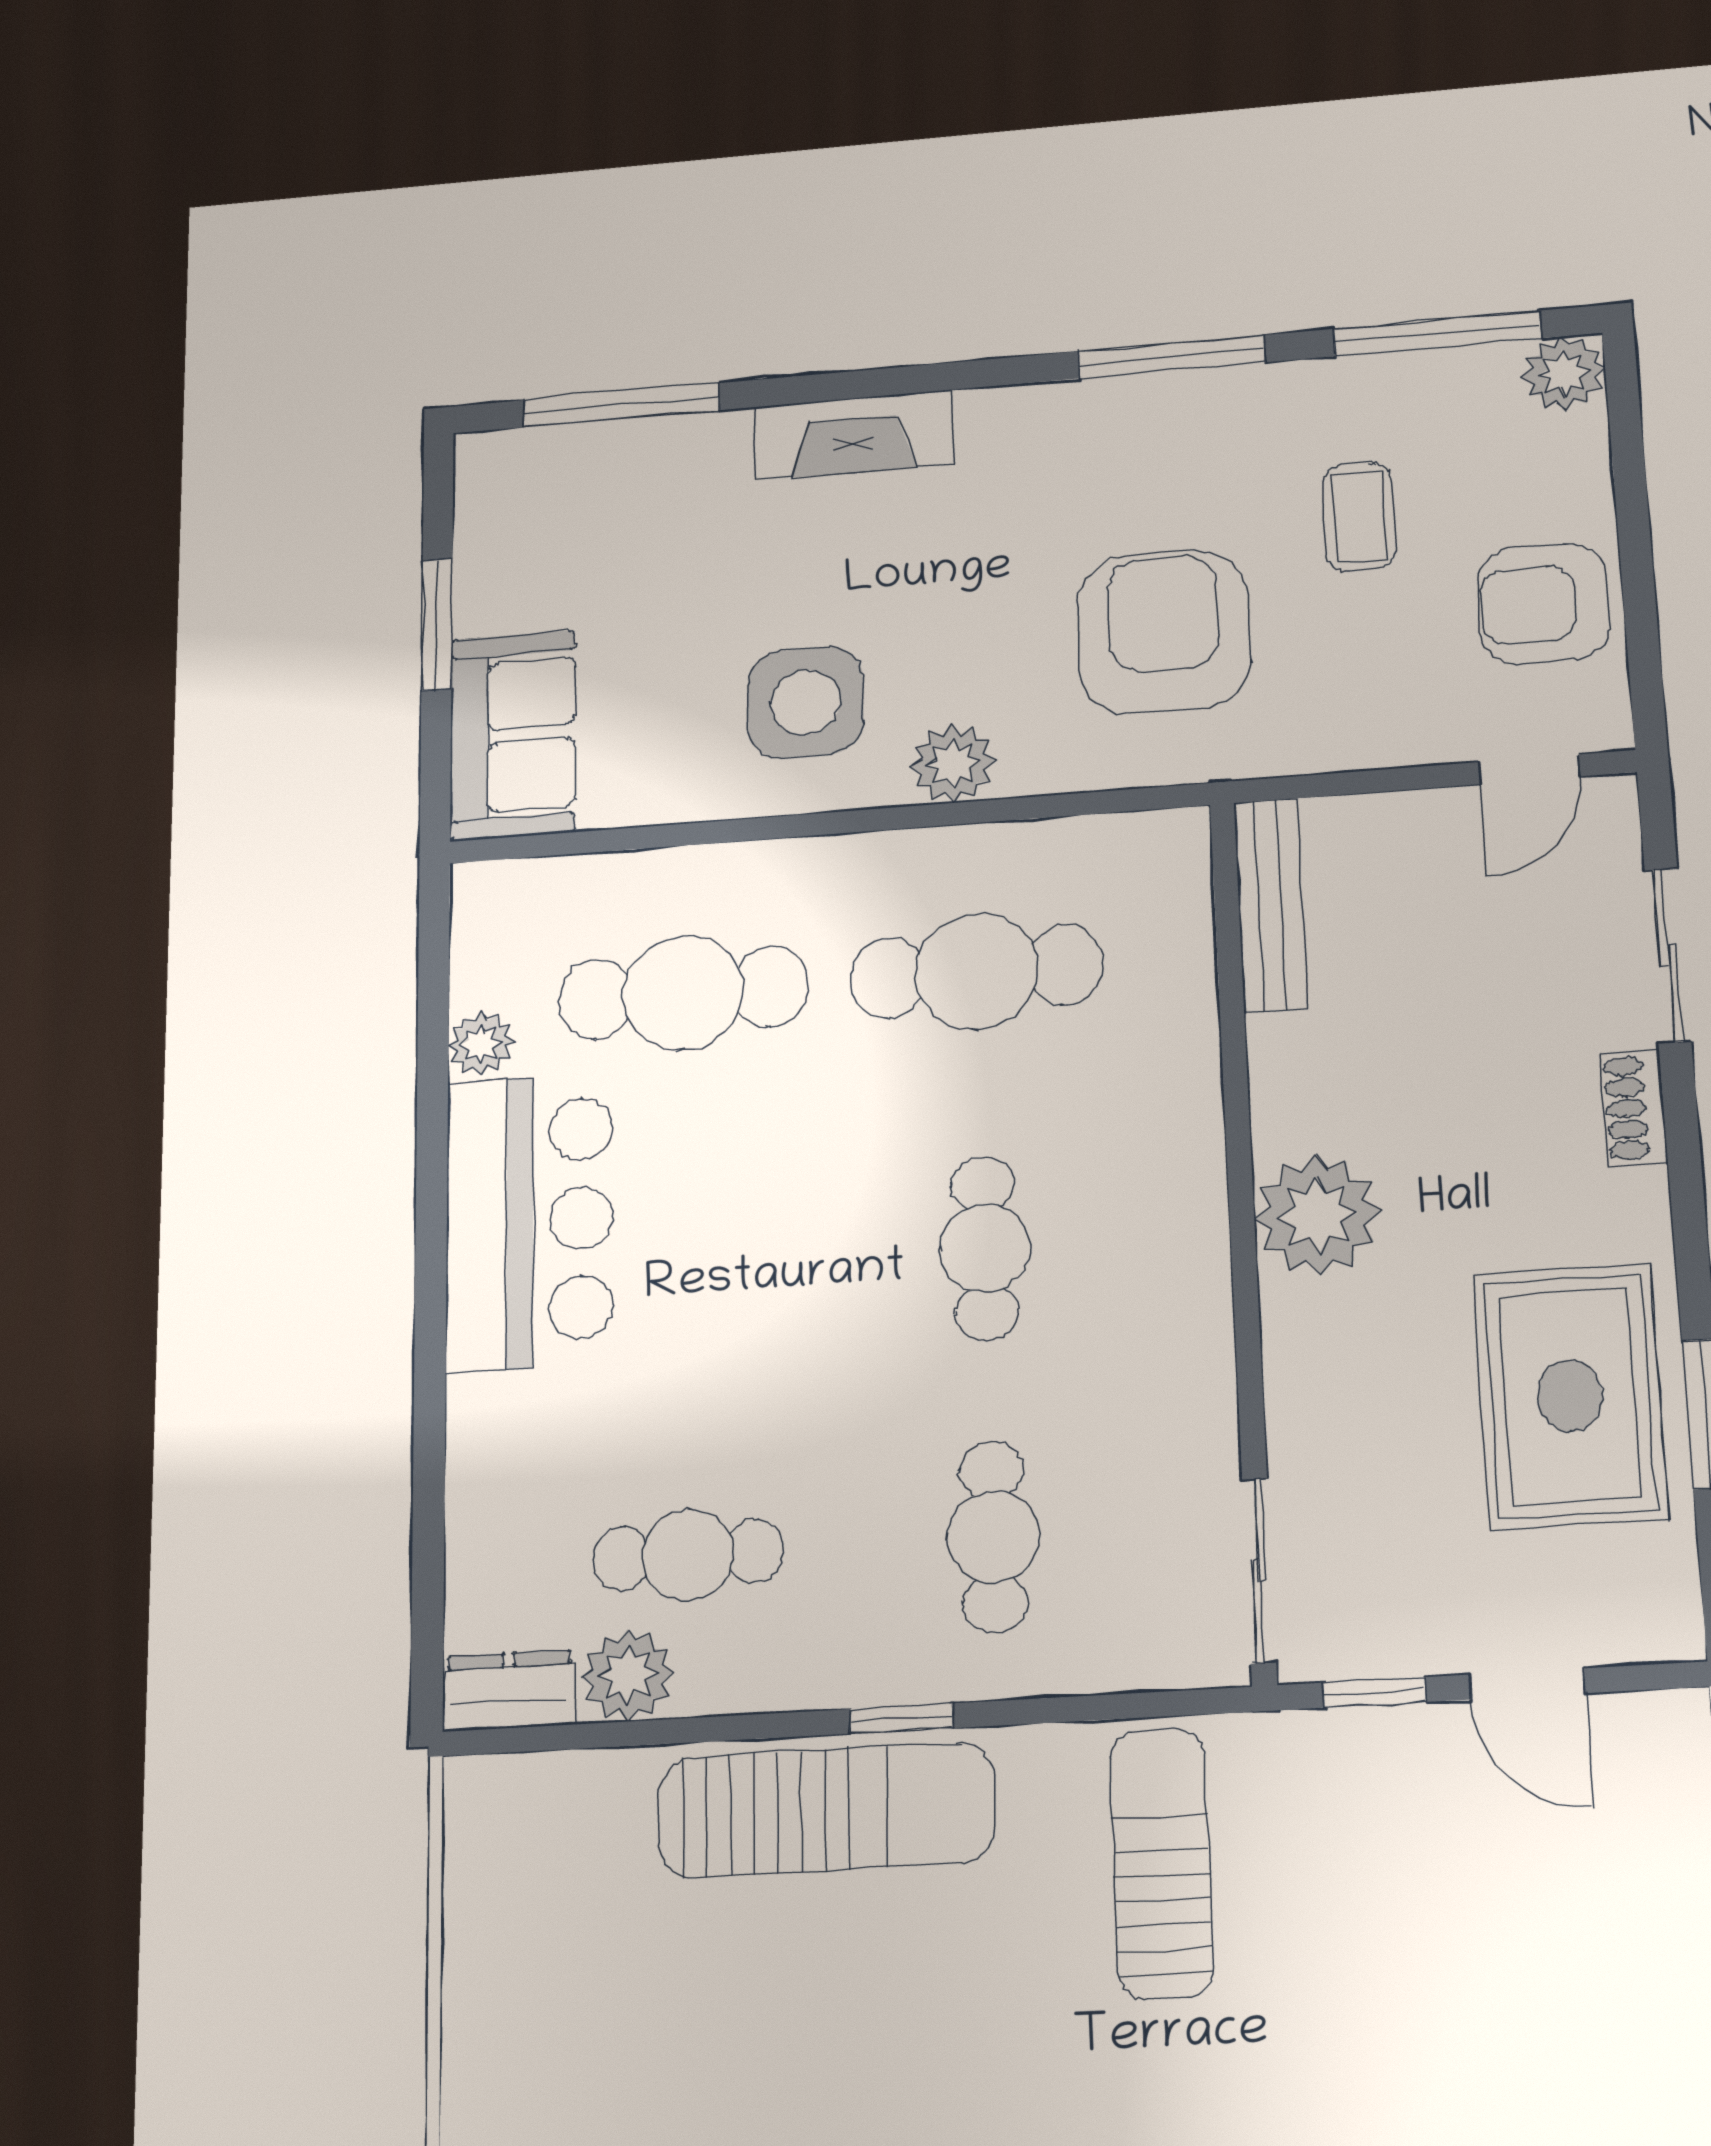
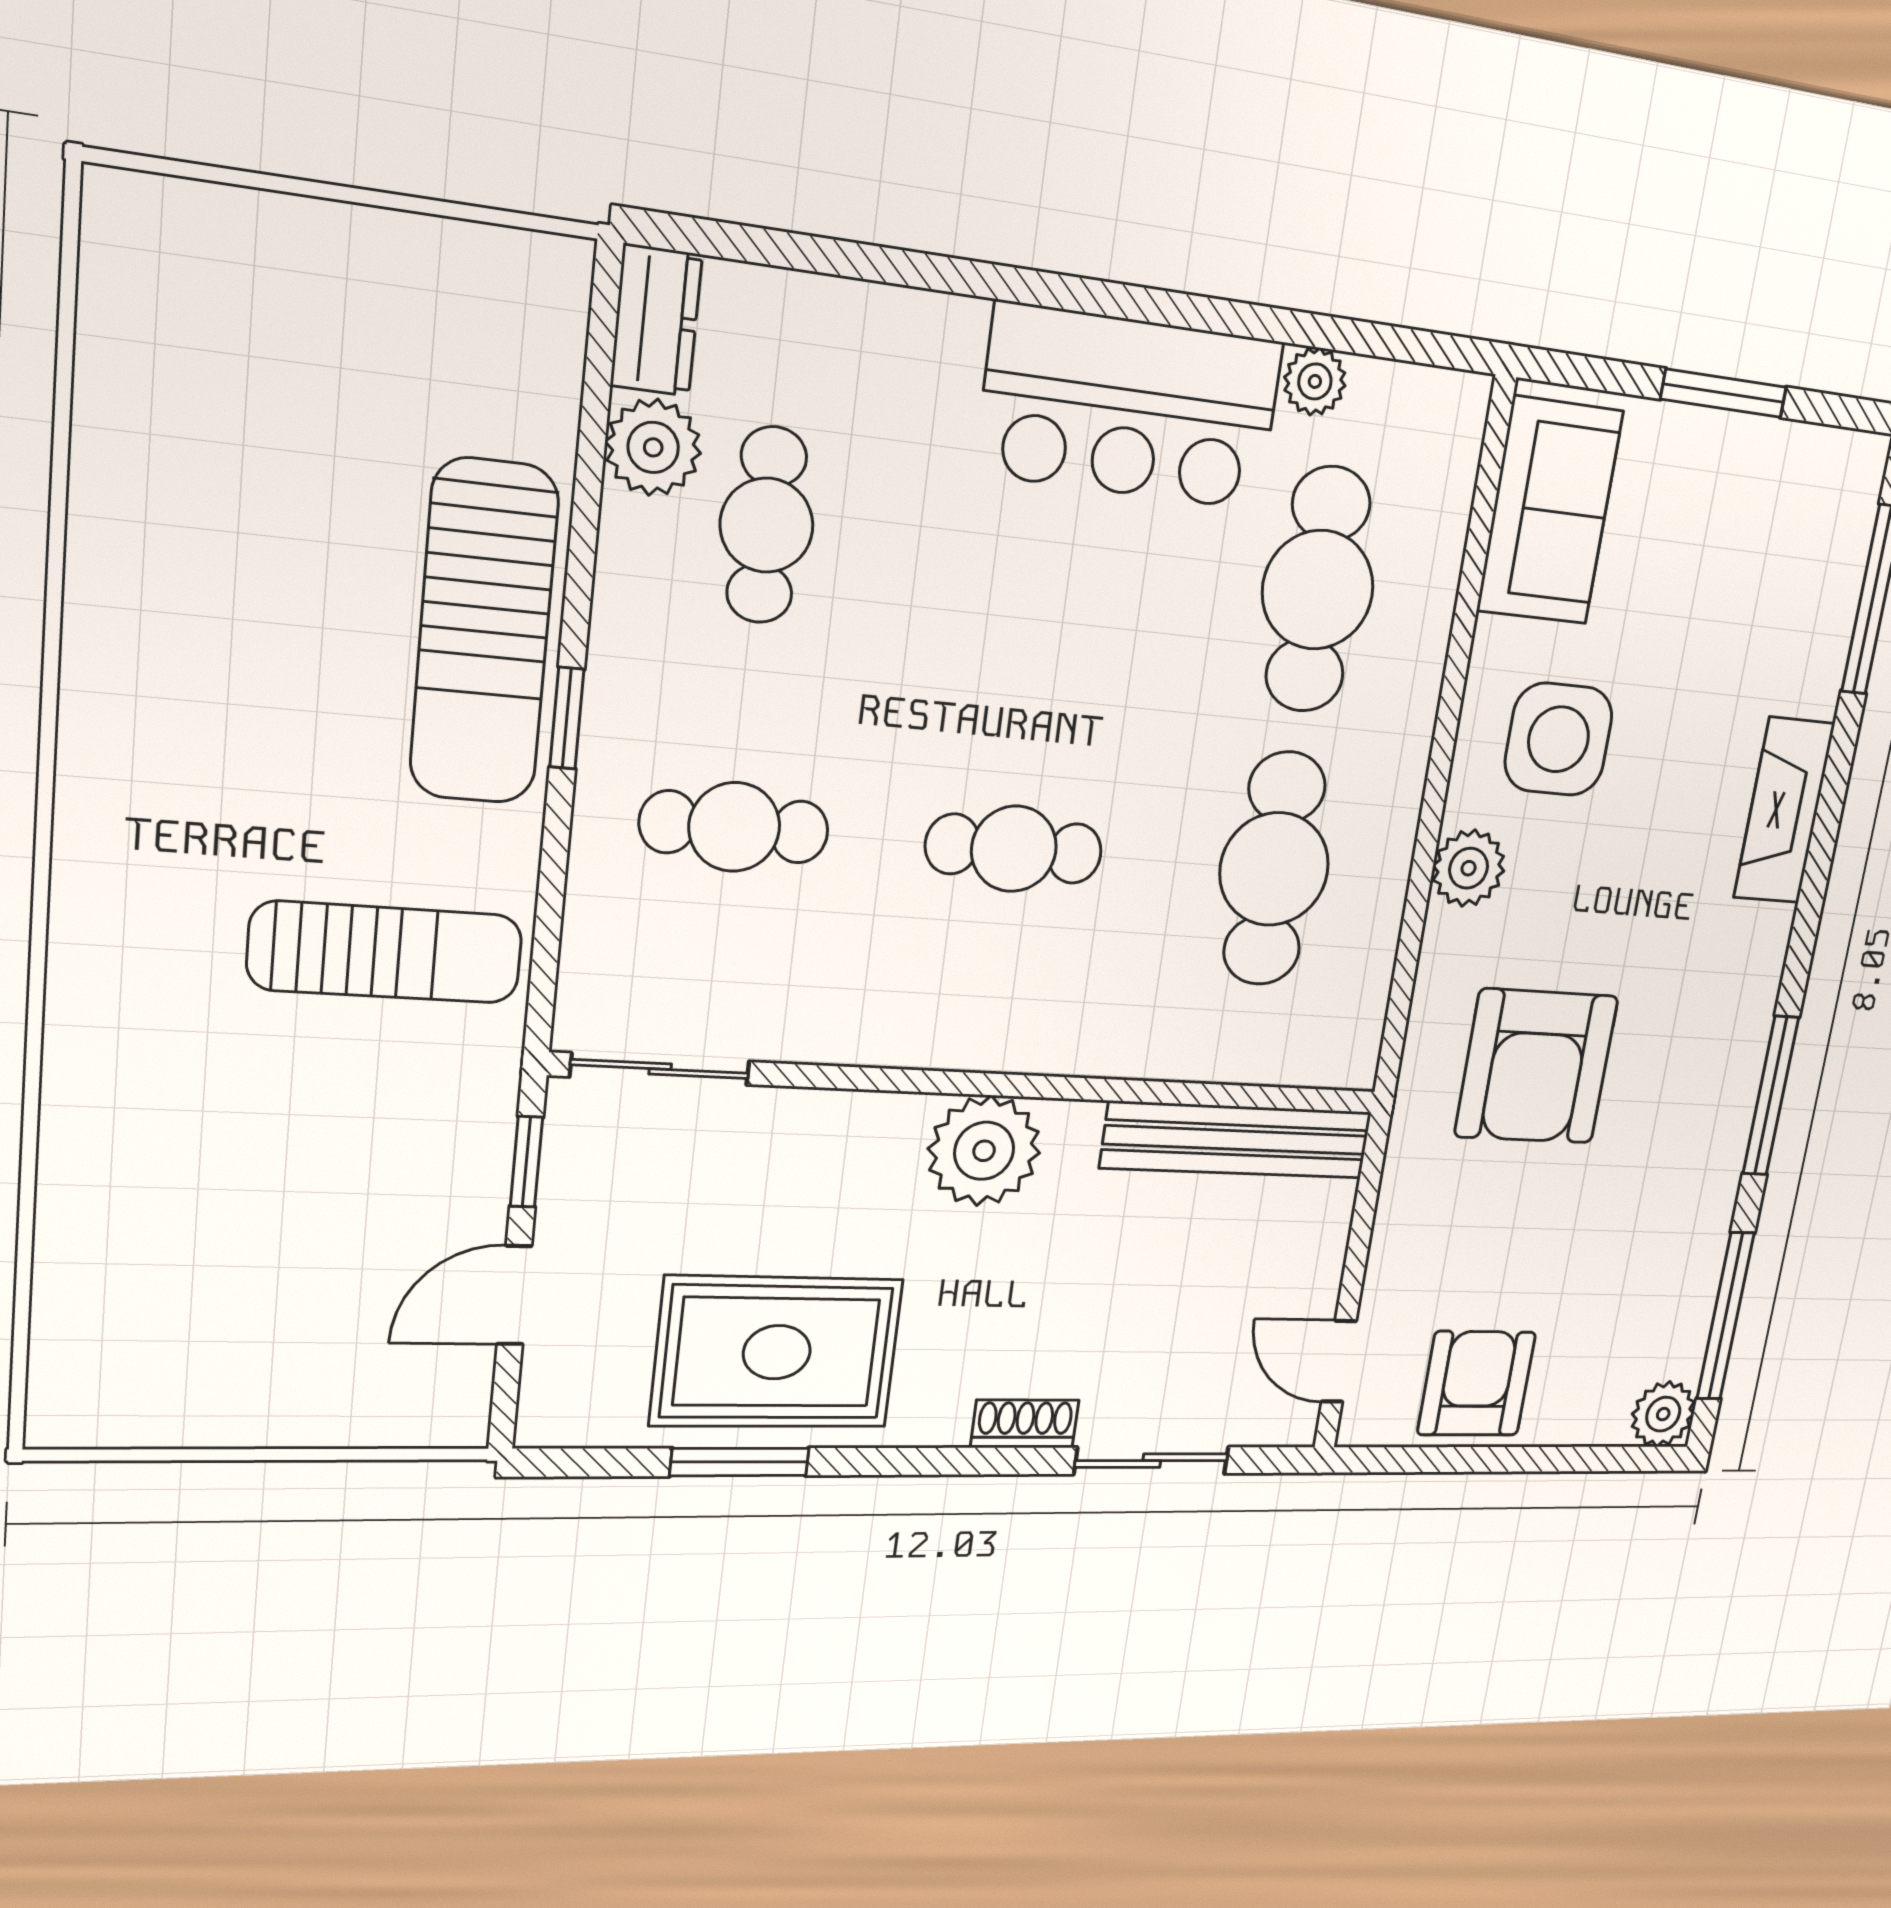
coffee table: (1359, 517) -> (1590, 1240), removed
armchair: (1164, 632) -> (1536, 1066), turned 90
sofa: (513, 735) -> (1550, 511), moved, turned -90
bench: (1270, 905) -> (1237, 1140), width x1.37, depth x1.21

